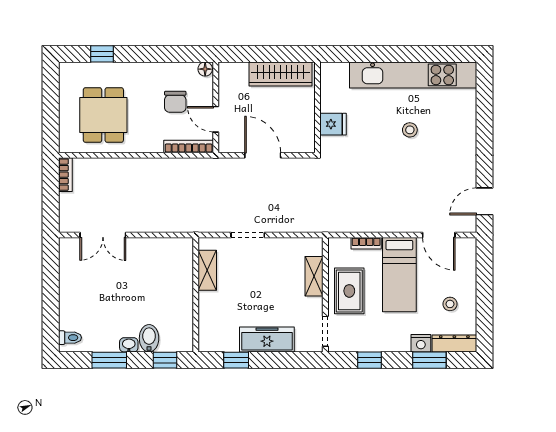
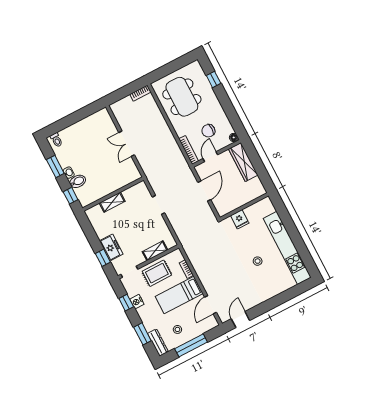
wardrobe: (281, 74) -> (243, 162), moved
dining table: (103, 115) -> (182, 97), width x1.38
door: (484, 201) -> (240, 320), hinge flipped
double door: (103, 235) -> (127, 144), moved
shelving: (207, 270) -> (112, 202), moved
window: (484, 296) -> (191, 345), added
freezer: (267, 339) -> (111, 247), width x0.71
nightstand: (421, 343) -> (137, 302), moved
window: (236, 360) -> (103, 258), moved

